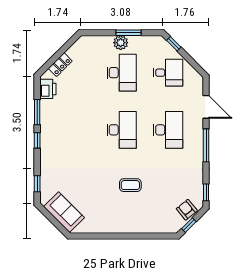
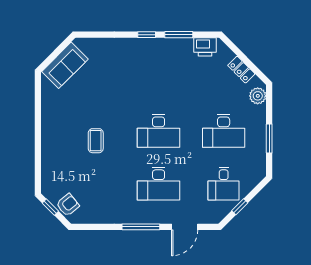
plant: (121, 43) -> (258, 96), moved
window: (174, 44) -> (240, 207), moved
locker: (60, 65) -> (241, 70), moved
window: (37, 184) -> (97, 35), removed
window: (206, 192) -> (88, 227), removed

